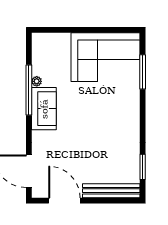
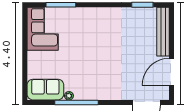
corner sofa: (106, 57) -> (43, 29), width x0.73, depth x0.74
sofa: (44, 109) -> (45, 90), moved

